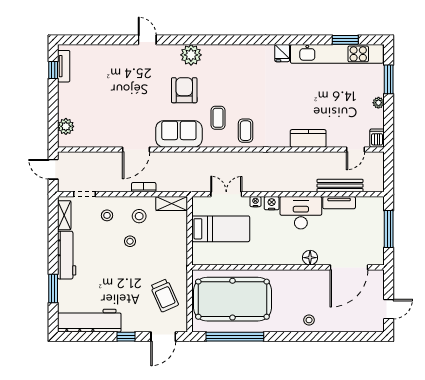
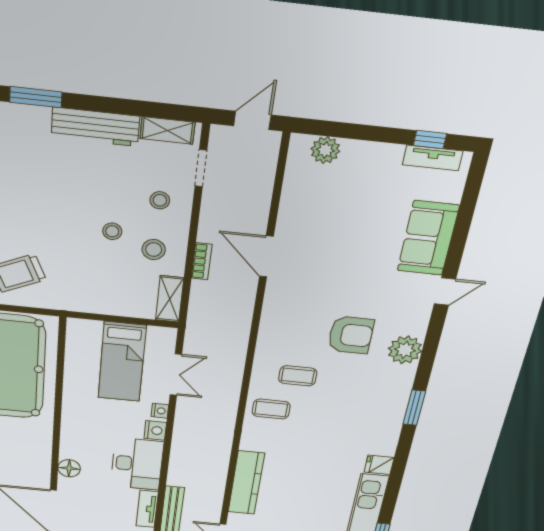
window: (234, 40) -> (414, 408), added
sofa: (179, 134) -> (428, 238), moved, turned 180
kitchen counter: (308, 138) -> (246, 483), width x1.50

